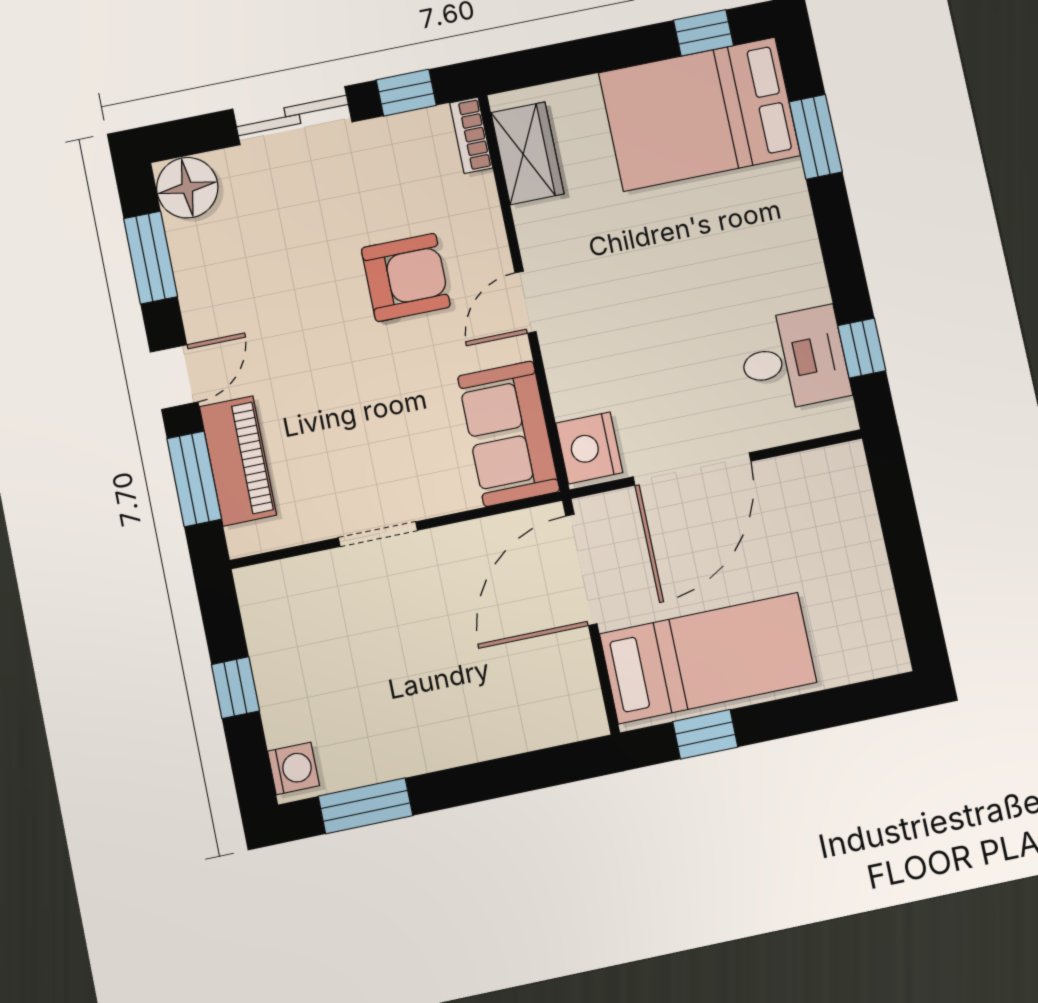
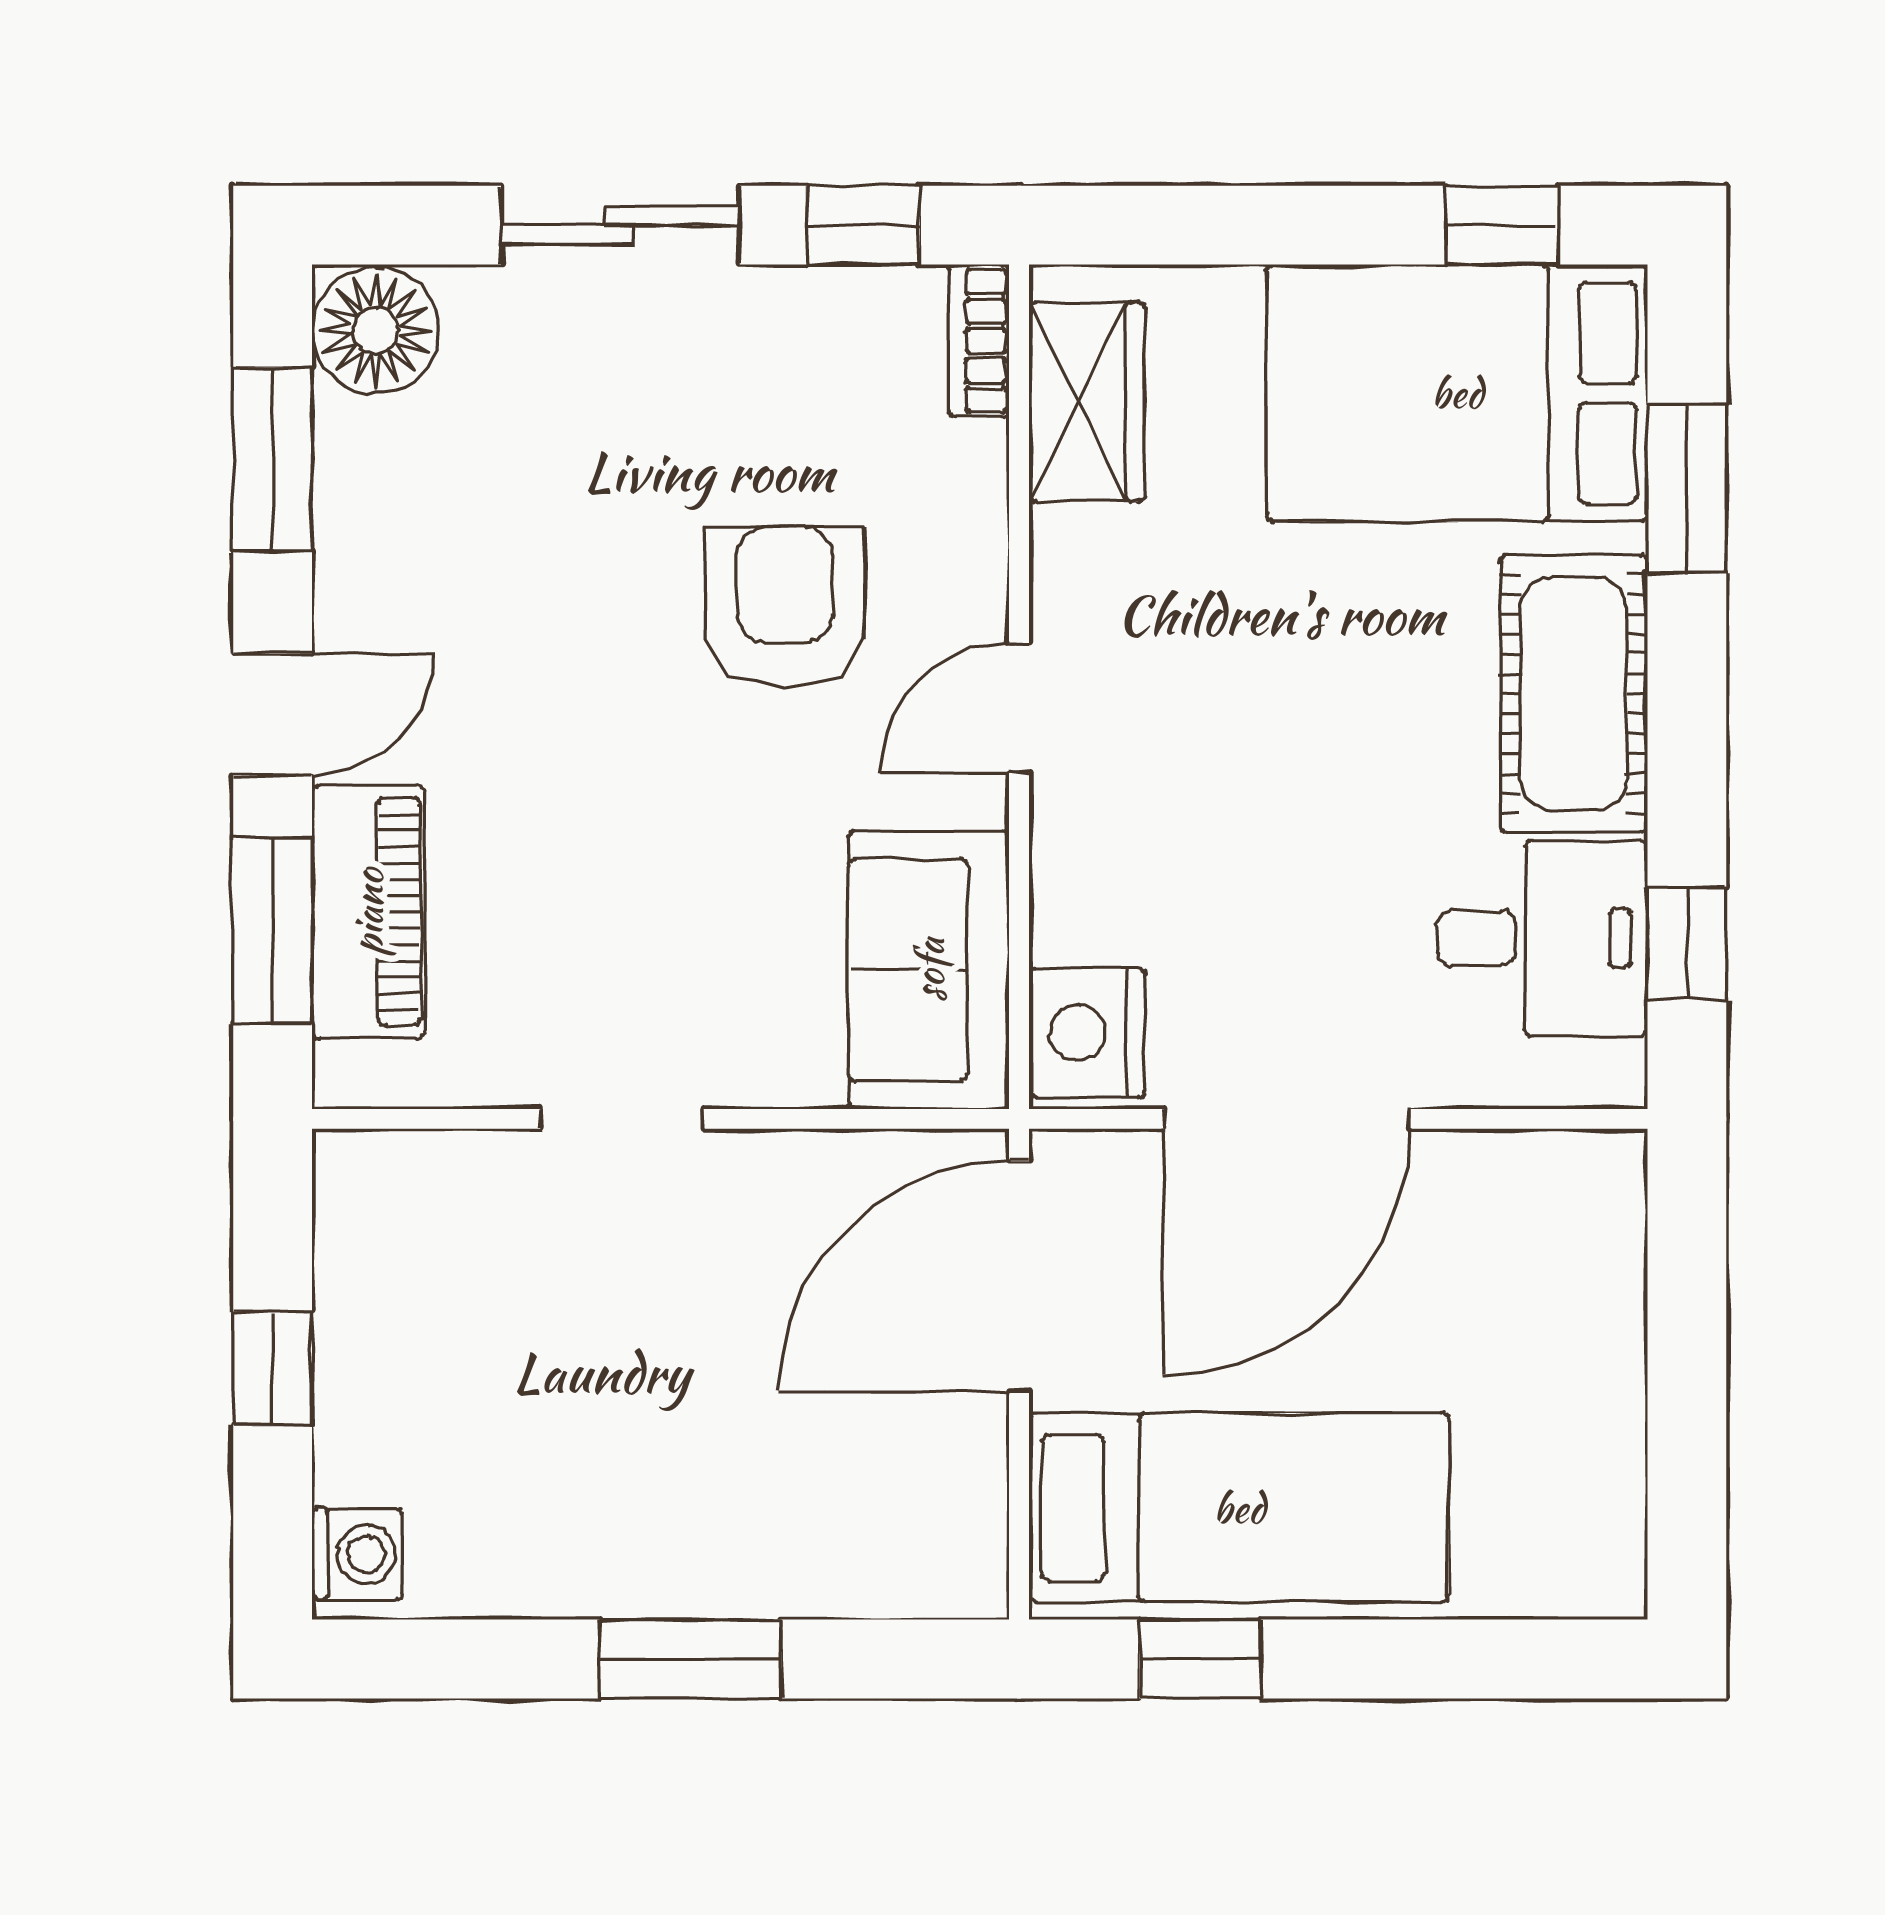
cot: (784, 242) -> (1574, 694), added
armchair: (406, 277) -> (785, 607), turned -90
window: (365, 806) -> (690, 1659), moved

